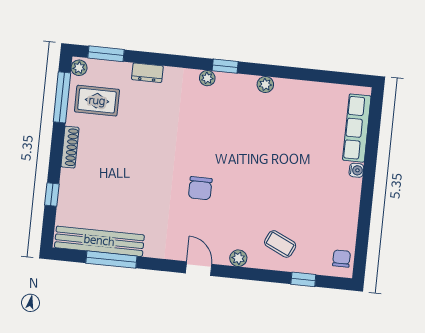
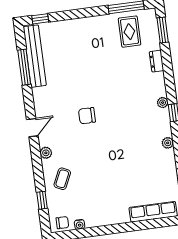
plant: (79, 68) -> (149, 14), removed
shoe rack: (70, 147) -> (94, 21), removed
water cooler: (356, 170) -> (80, 224), moved
window: (52, 195) -> (40, 19), moved

